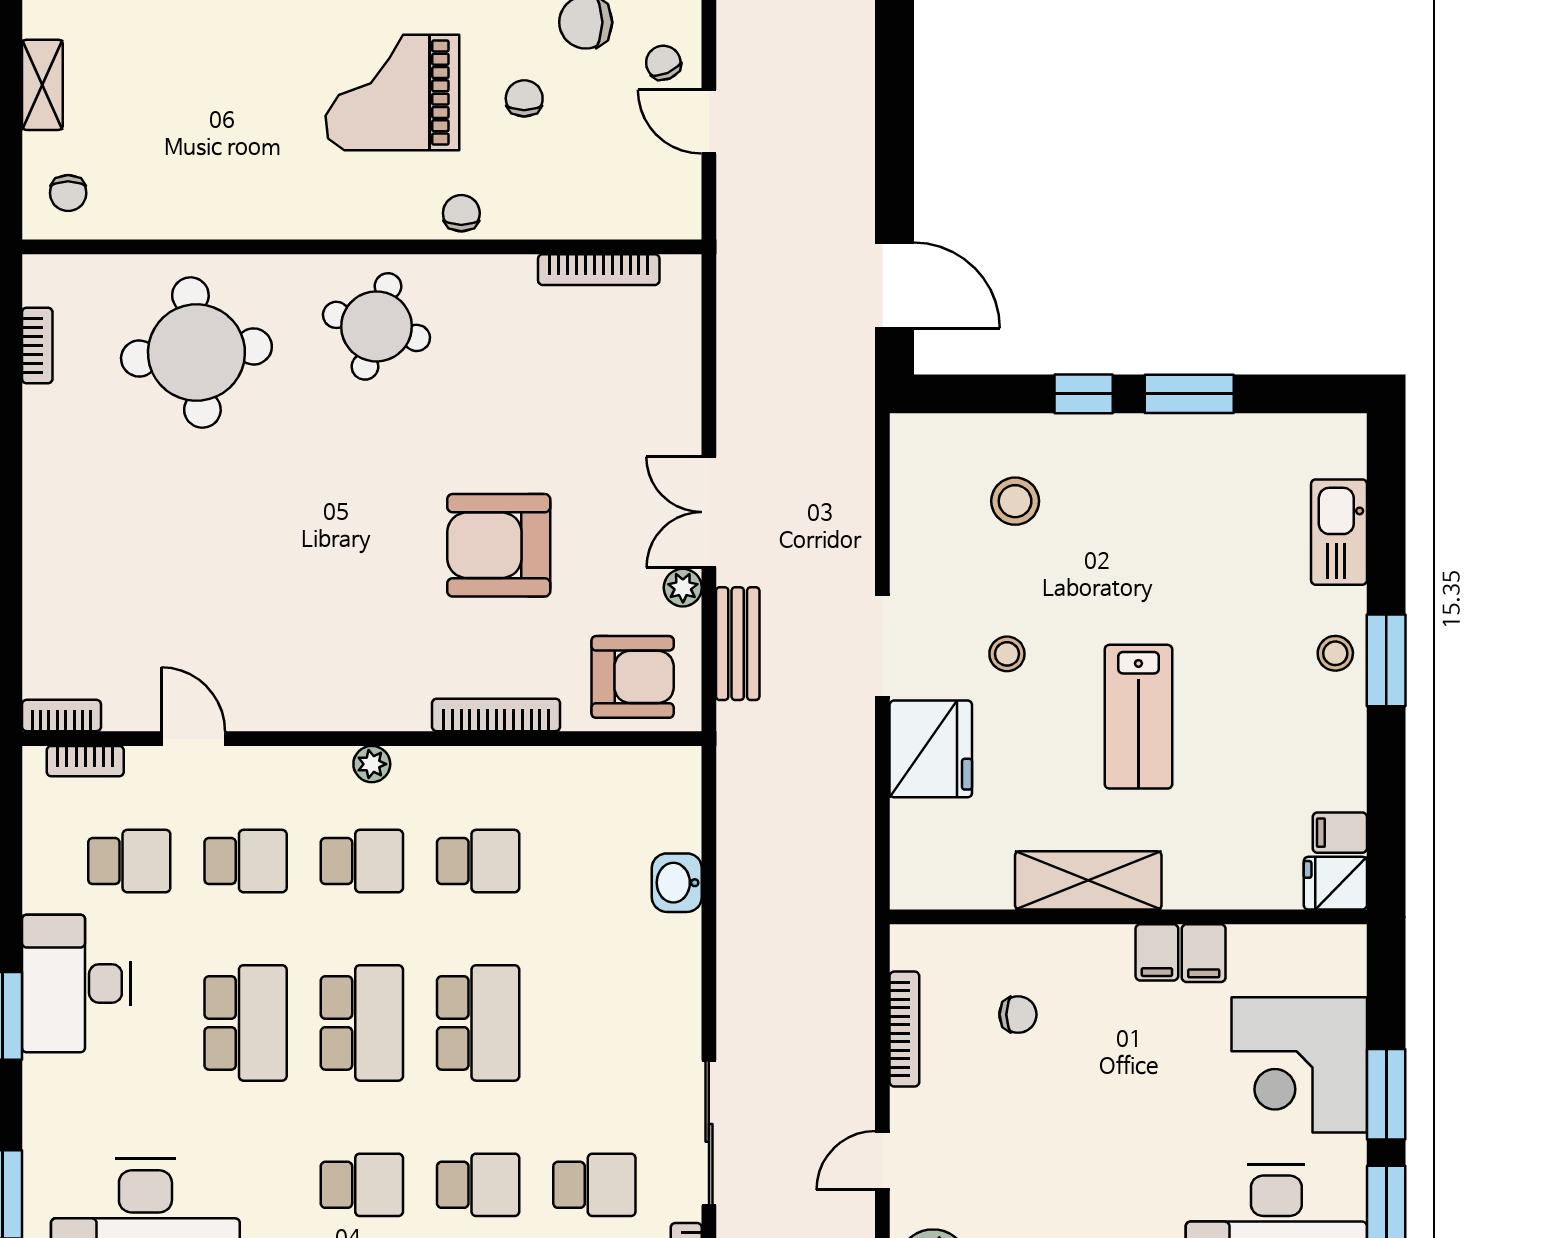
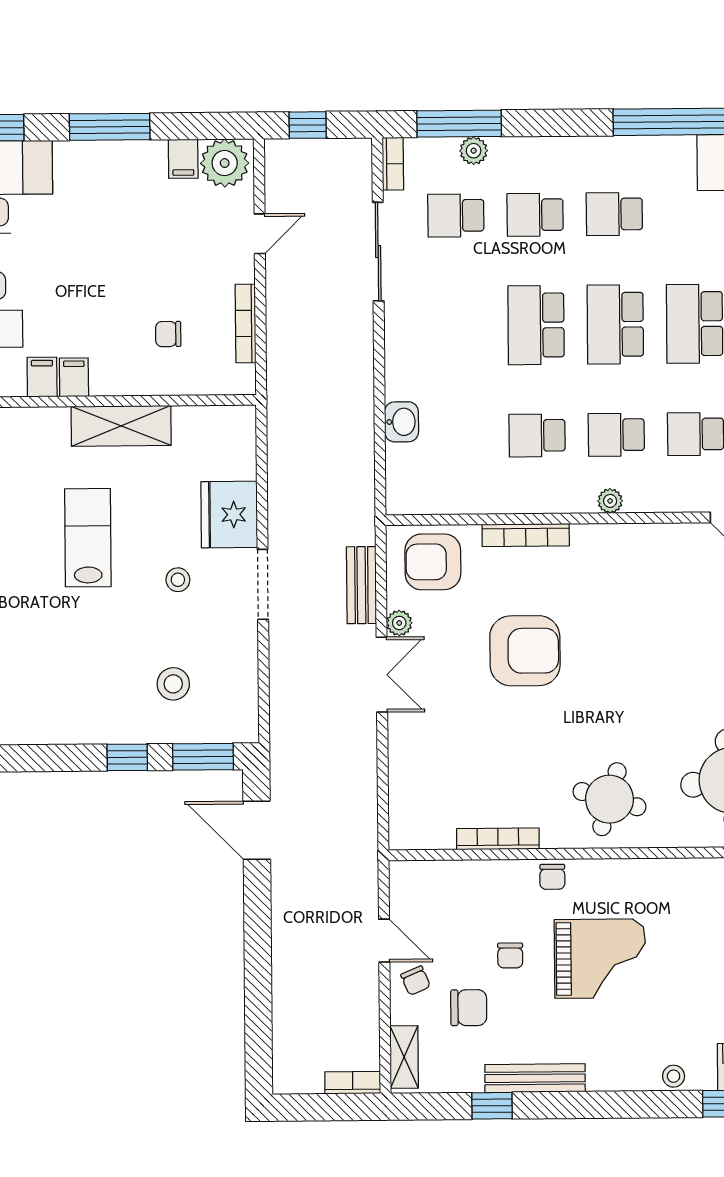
bookcase: (599, 270) -> (498, 839), moved
window: (1189, 394) -> (203, 757), moved

